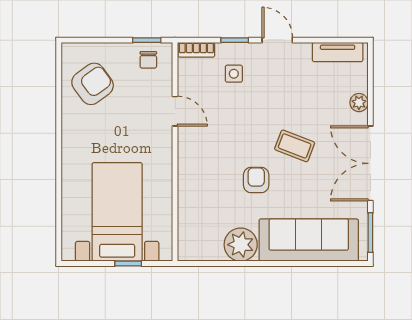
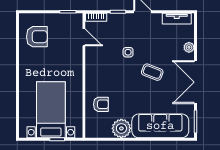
chair: (148, 60) -> (69, 23), removed
side table: (234, 74) -> (128, 52), moved
armchair: (93, 84) -> (37, 37), turned 36
door: (175, 111) -> (84, 37), moved
armchair: (256, 180) -> (101, 104), moved, turned 90

